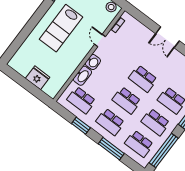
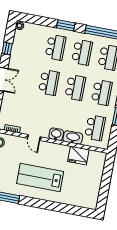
lab bench: (61, 28) -> (40, 178), turned 180
door: (100, 40) -> (34, 138), hinge flipped
fridge: (38, 78) -> (78, 156), moved, turned -90

